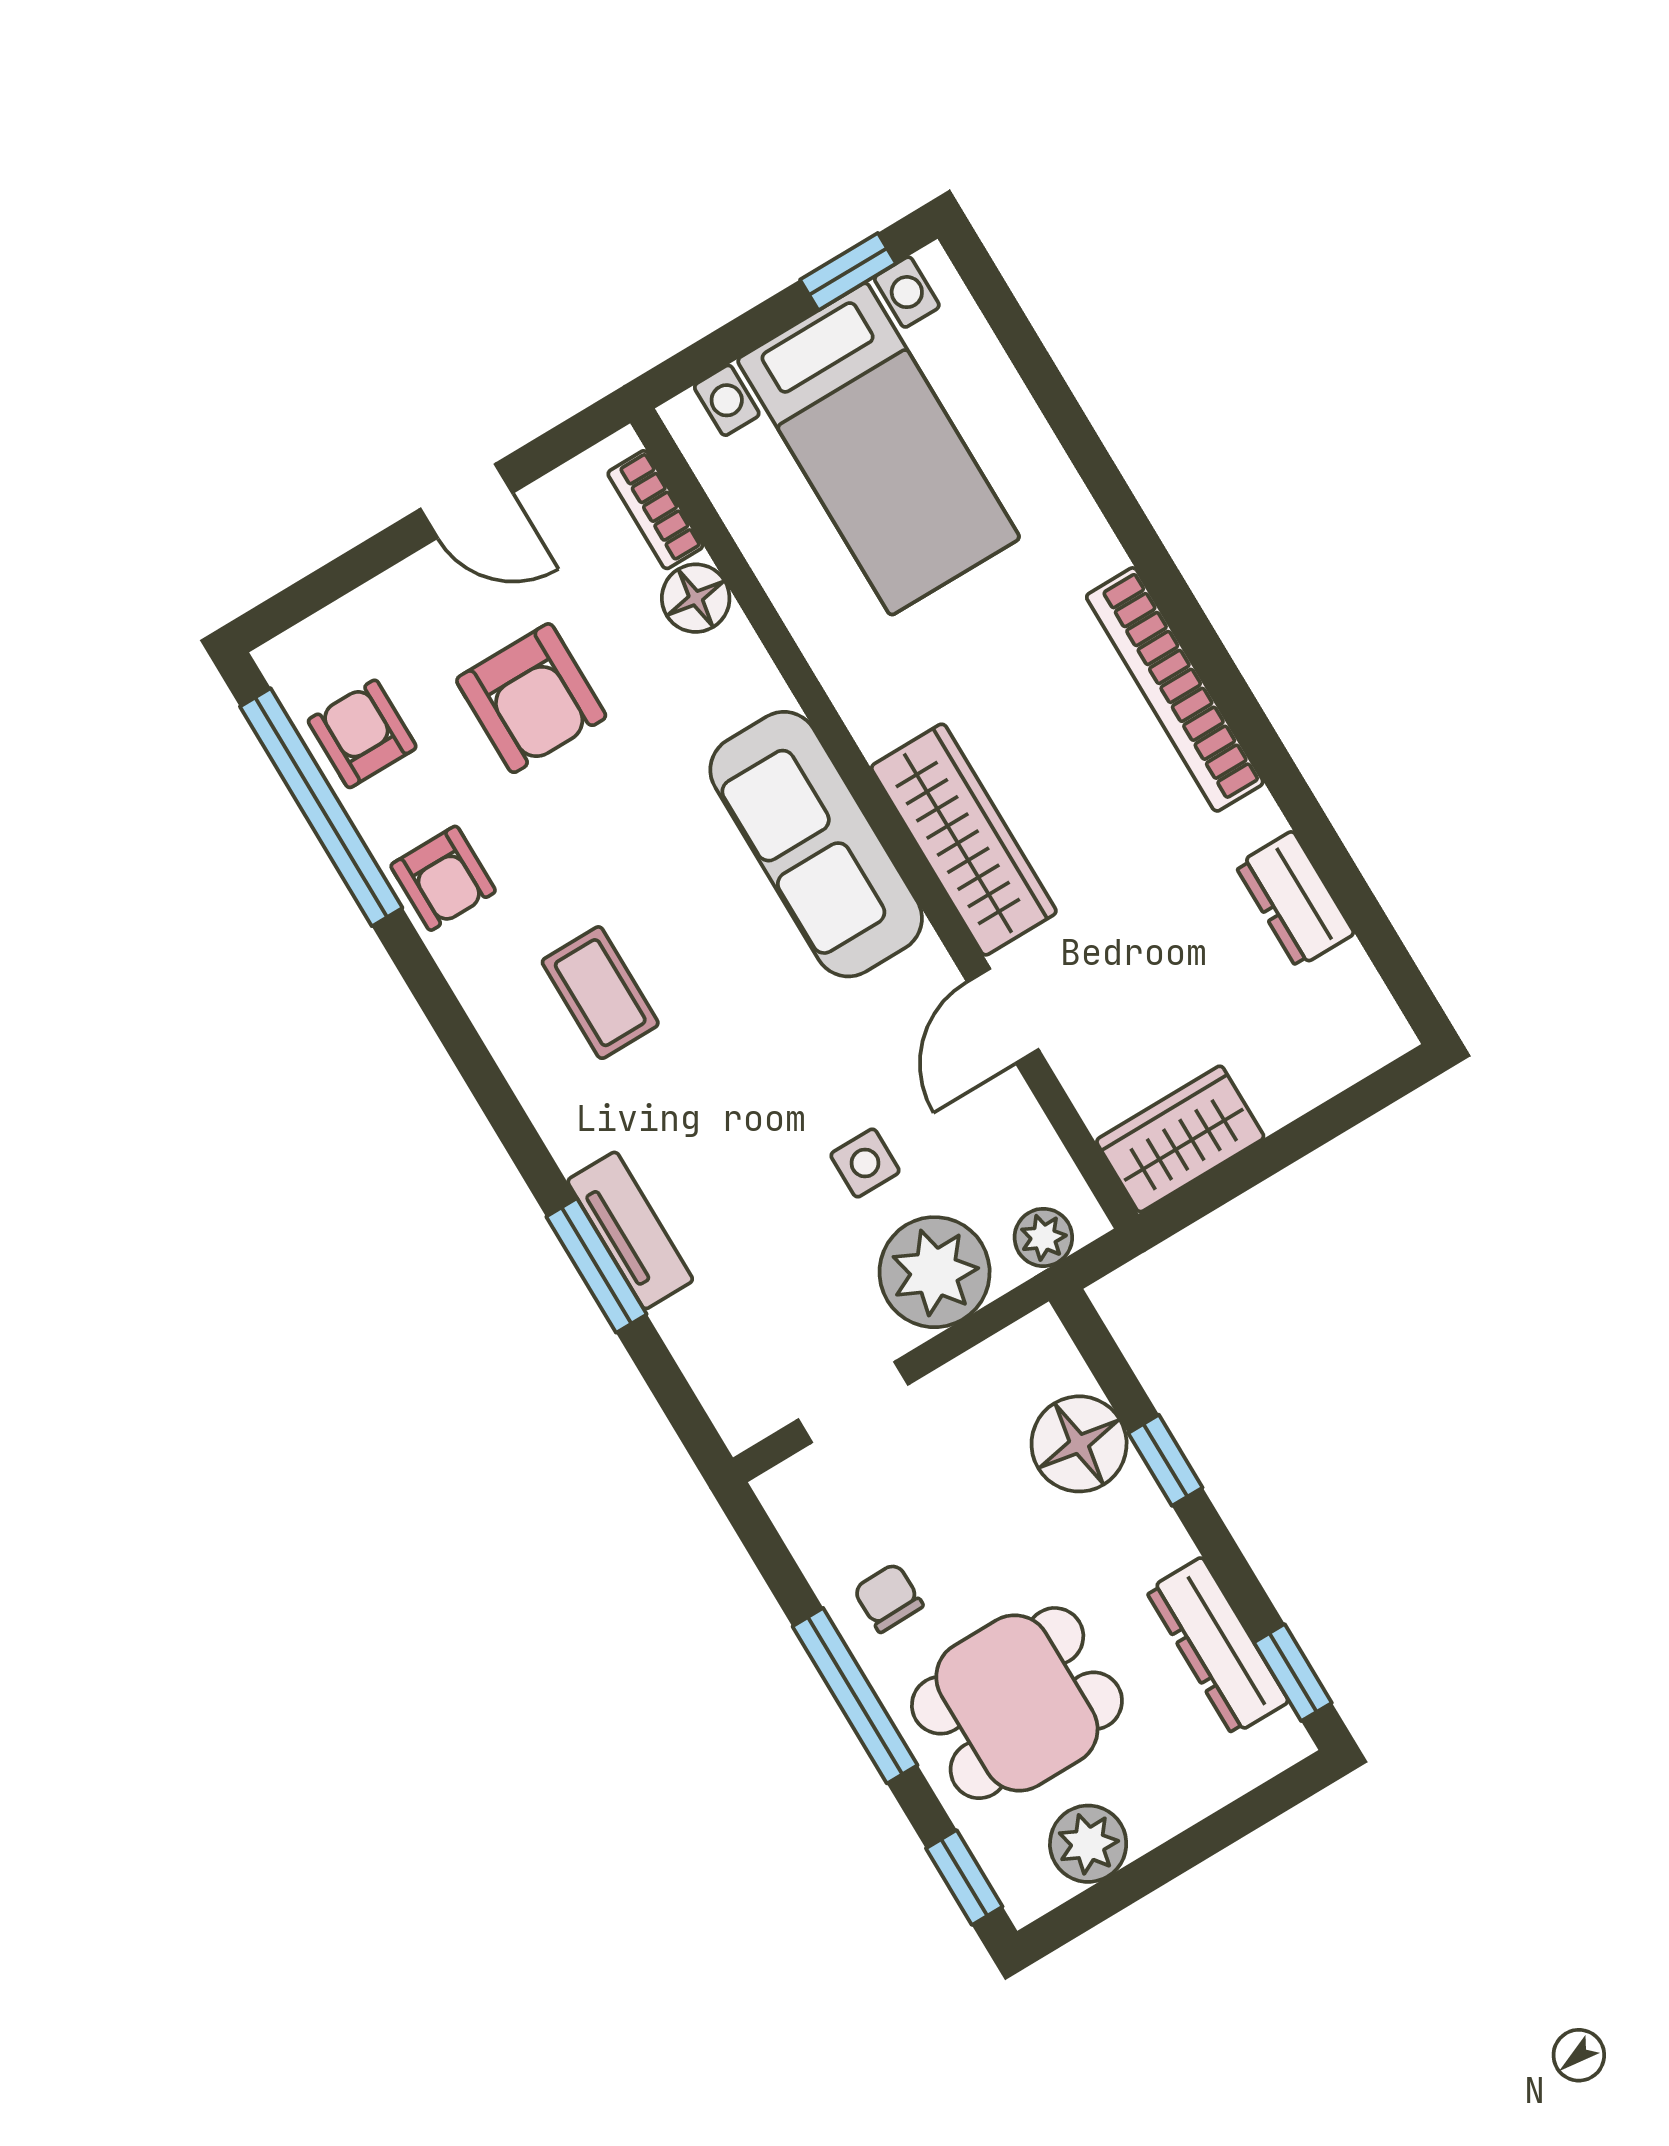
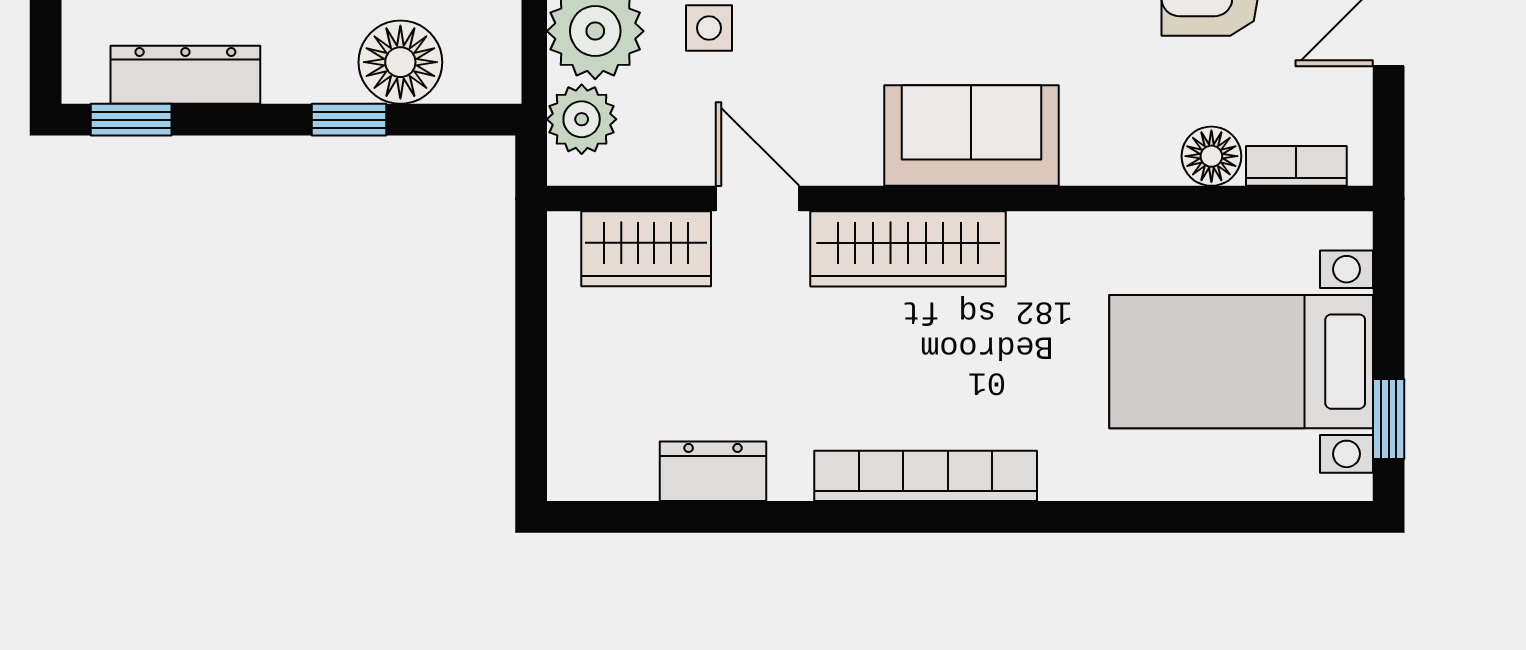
sofa: (816, 844) -> (971, 136), width x0.73
wardrobe: (1180, 1139) -> (646, 249), moved, turned 90
plant: (1043, 1237) -> (582, 119), width x1.38, depth x1.38

